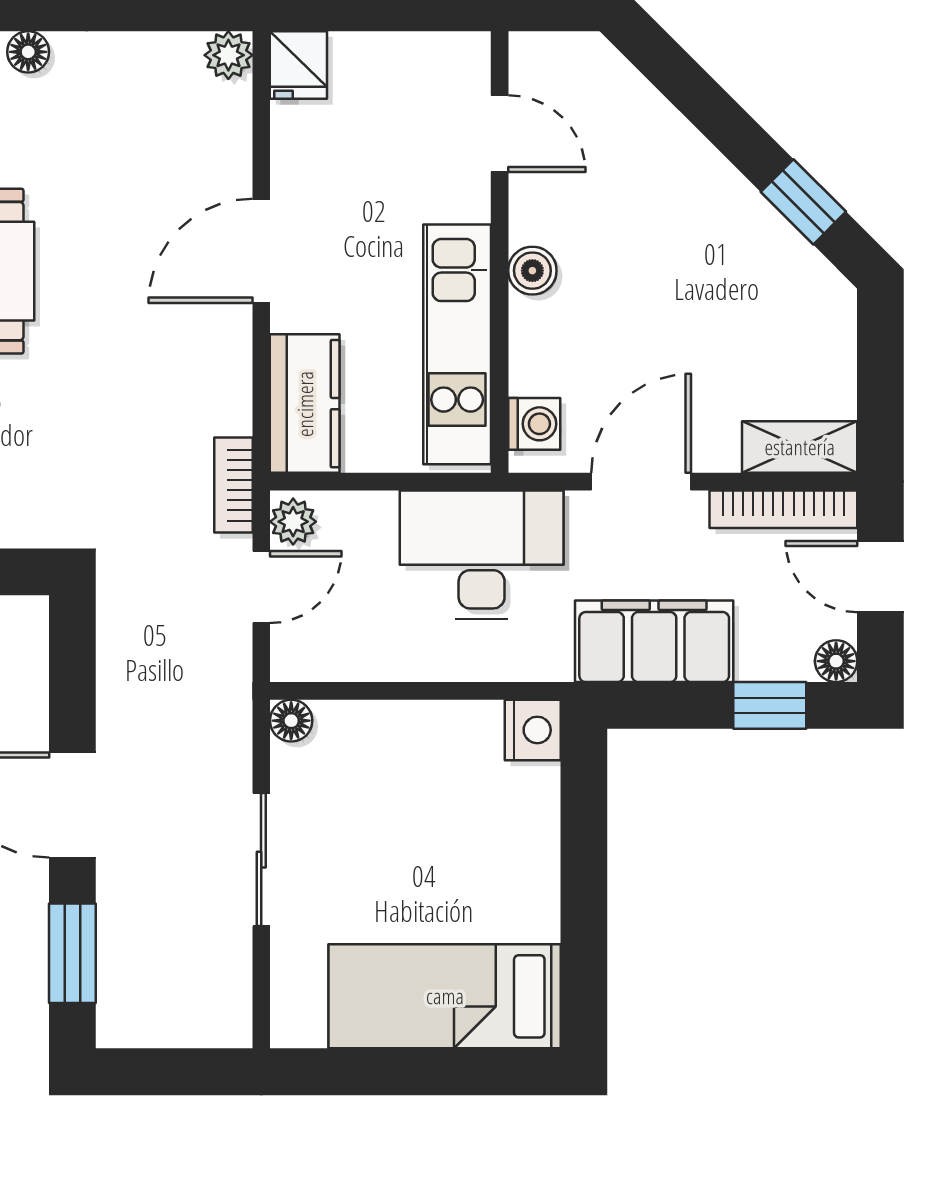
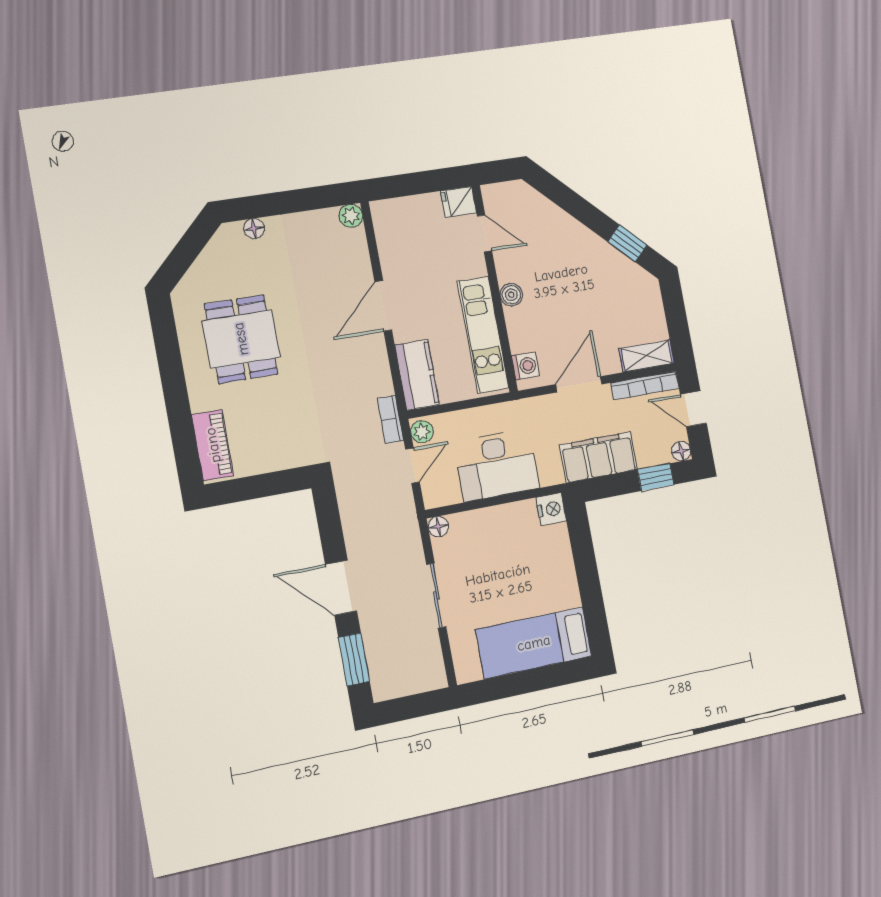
fridge: (298, 65) -> (459, 202), moved, turned 90
desk: (482, 555) -> (497, 465), moved, turned 180

